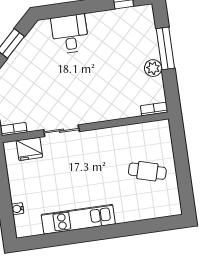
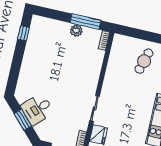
desk: (70, 34) -> (37, 109), moved, turned -44
window: (165, 48) -> (85, 22), moved

